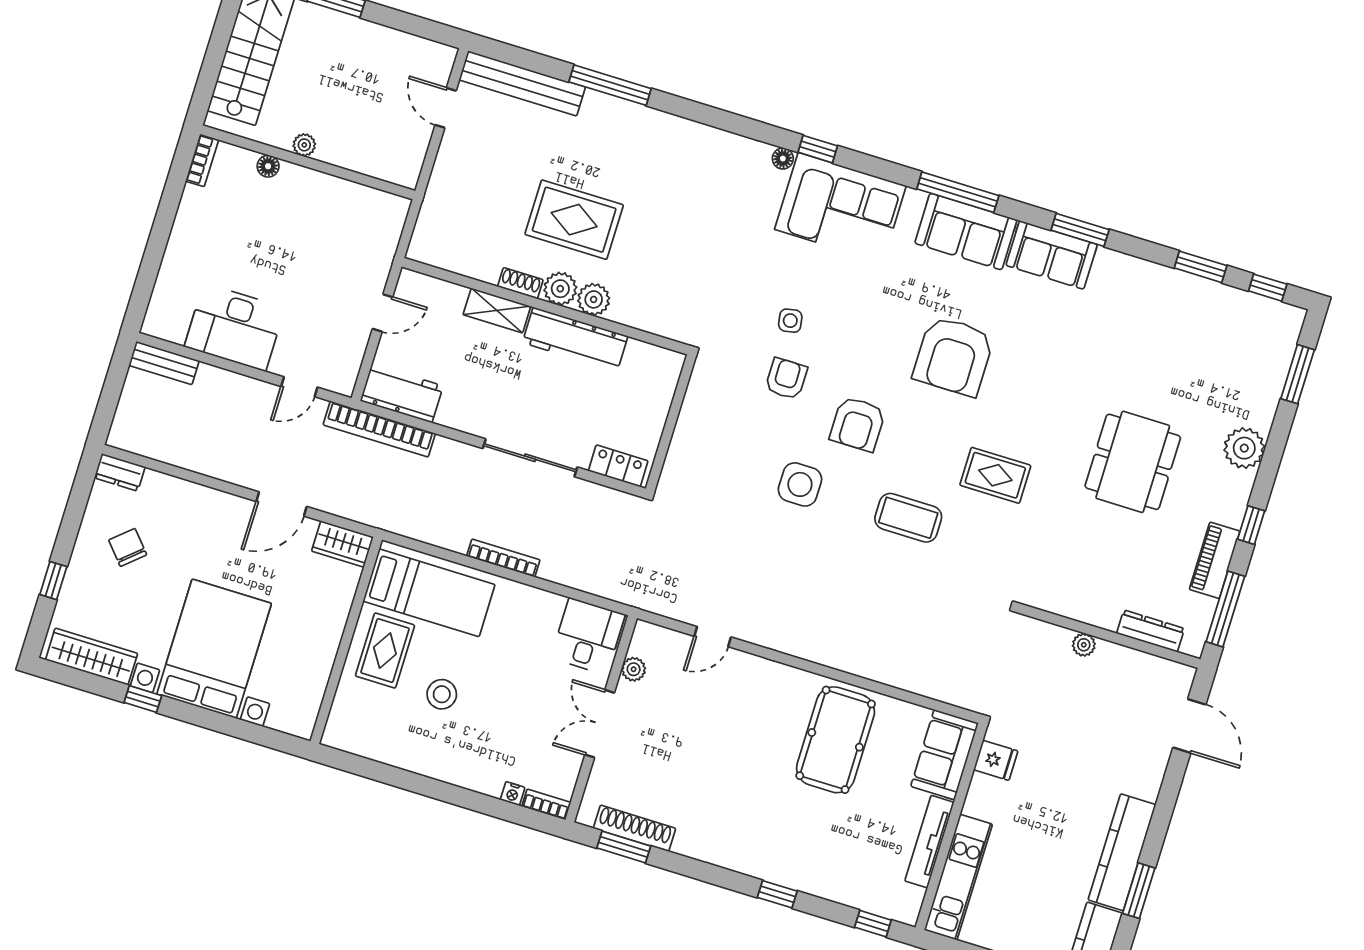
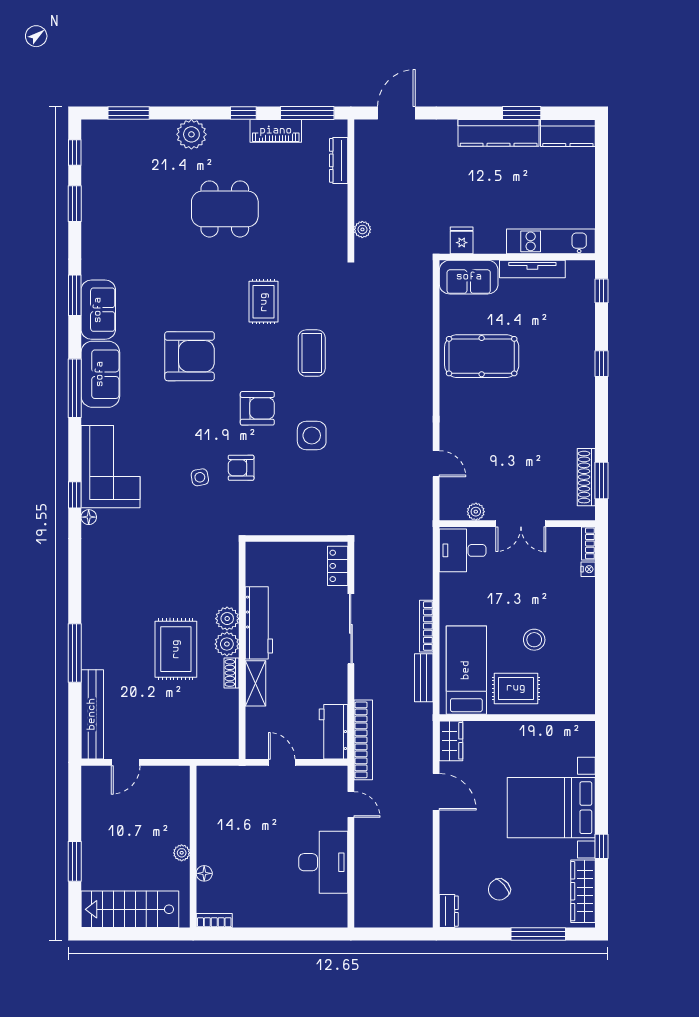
bench: (164, 363) -> (424, 678), moved
window: (53, 581) -> (538, 934), width x2.17
plant: (1084, 645) -> (362, 229), moved

